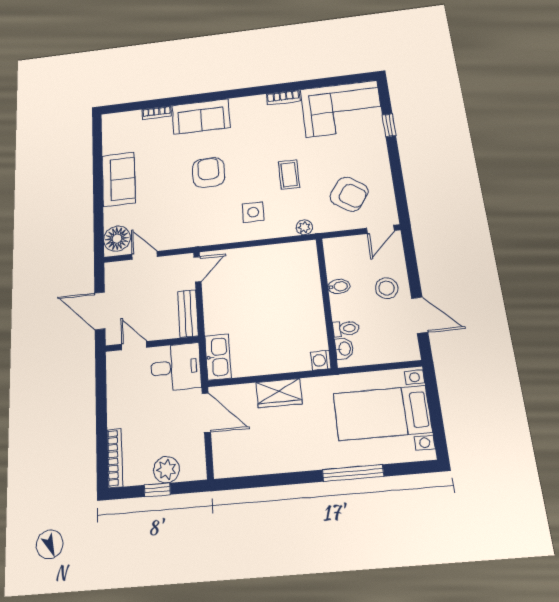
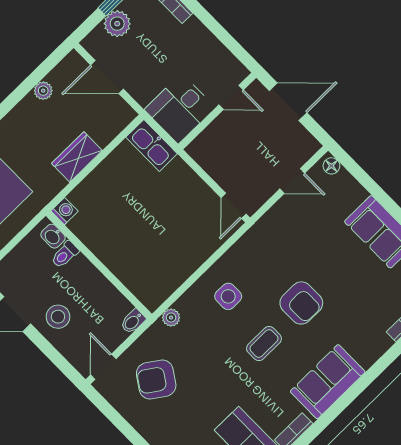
sofa: (201, 117) -> (328, 382), moved
coffee table: (289, 175) -> (264, 344), moved, turned 90
floor lamp: (117, 239) -> (331, 166), width x0.53, depth x0.53
bidet: (339, 286) -> (133, 321), moved
bench: (188, 313) -> (209, 161), removed
door: (206, 413) -> (107, 77), moved
plant: (264, 465) -> (43, 91), added

